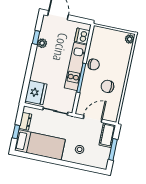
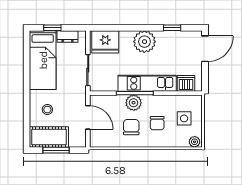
plant: (42, 43) -> (144, 42), moved, width x1.88, depth x1.88
side table: (109, 43) -> (184, 118), added
chair: (94, 64) -> (157, 123), moved
plant: (89, 80) -> (134, 103), added
cot: (107, 135) -> (49, 137), moved, width x1.37, depth x1.34

